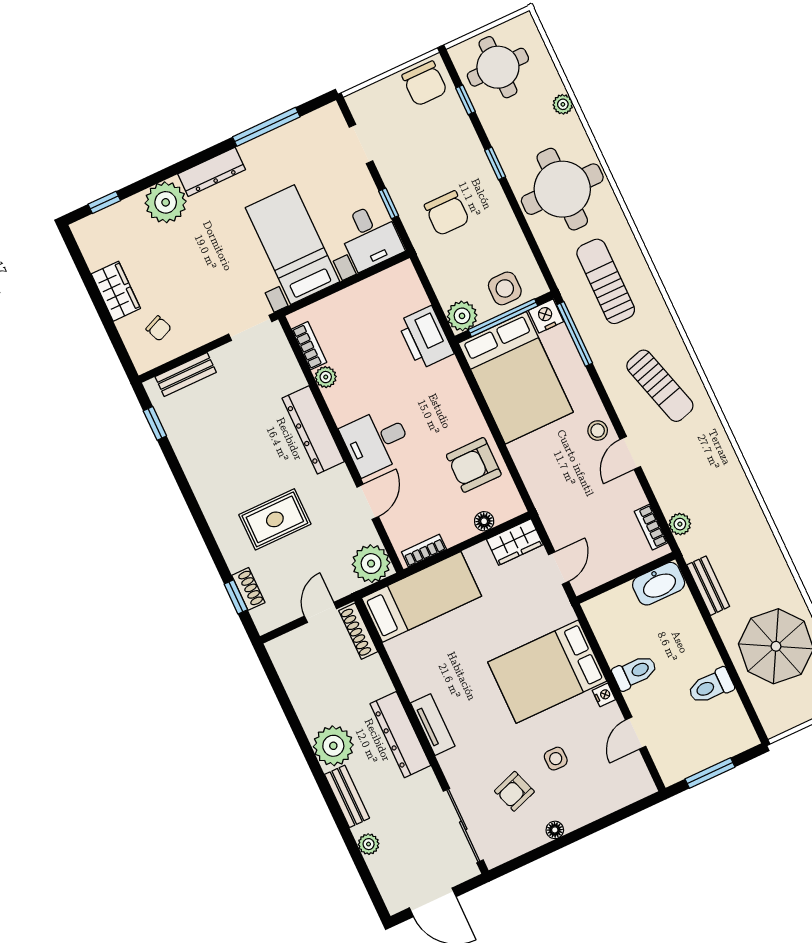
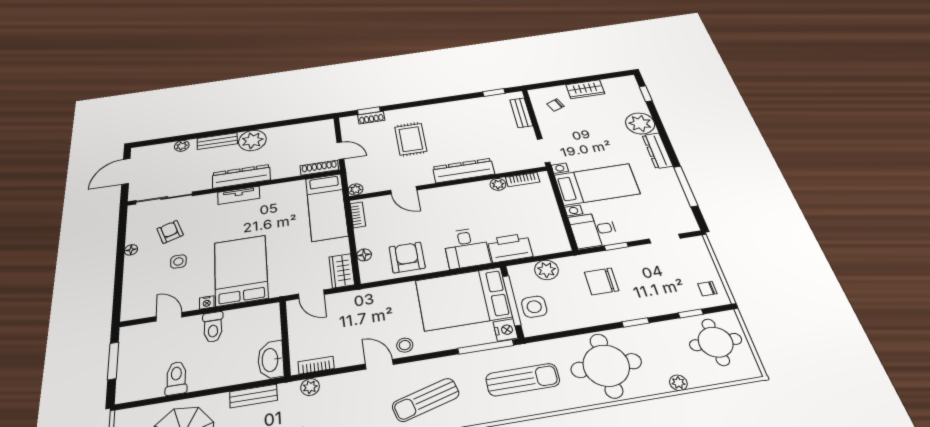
chair: (425, 84) -> (707, 289), width x0.54, depth x0.54
plant: (462, 316) -> (546, 270), moved
desk: (376, 441) -> (466, 248), moved, turned 180
plant: (371, 564) -> (356, 189), width x0.53, depth x0.53

